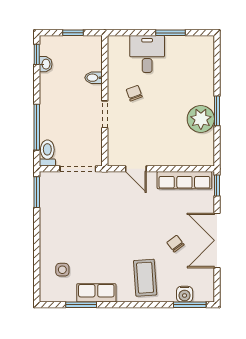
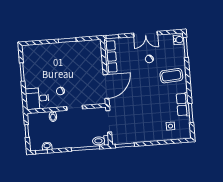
desk: (147, 54) -> (37, 98), moved
plant: (201, 119) -> (73, 50), removed
door: (136, 169) -> (106, 86), width x1.87
double door: (217, 240) -> (145, 34), width x0.73
water cooler: (185, 294) -> (179, 40), moved

